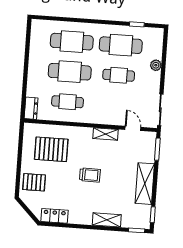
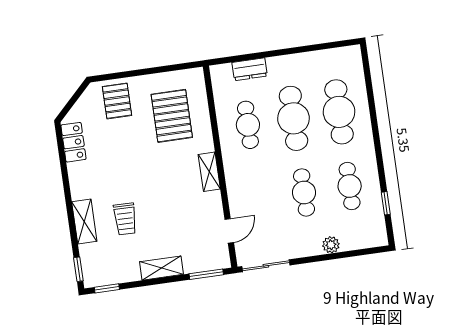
cafe table: (121, 45) -> (350, 186), width x0.73, depth x0.74
dresser: (31, 108) -> (250, 69), moved
shelving: (105, 134) -> (209, 172), moved
trolley: (90, 175) -> (125, 219), moved
shelving: (145, 184) -> (162, 268), width x0.67, depth x0.75

